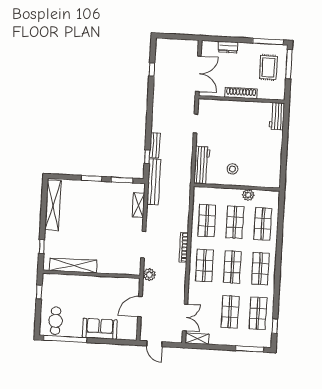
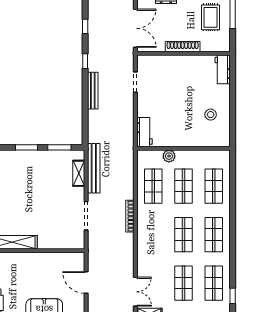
bench: (155, 145) -> (93, 91), moved, width x1.36
window: (147, 157) -> (85, 61), moved
workbench: (202, 165) -> (144, 132), width x0.73
stool: (232, 169) -> (211, 115), moved
bench: (154, 182) -> (94, 168), moved
plant: (248, 195) -> (169, 156), moved
shop shelf: (204, 266) -> (153, 235), removed
plant: (149, 275) -> (94, 248), removed
door: (140, 307) -> (86, 283), hinge flipped

